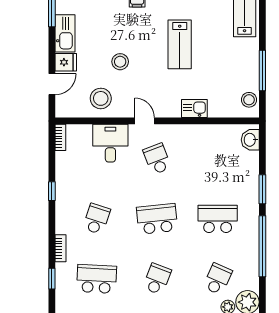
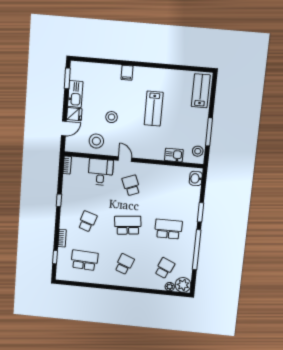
kitchen sink: (194, 108) -> (174, 155), moved

